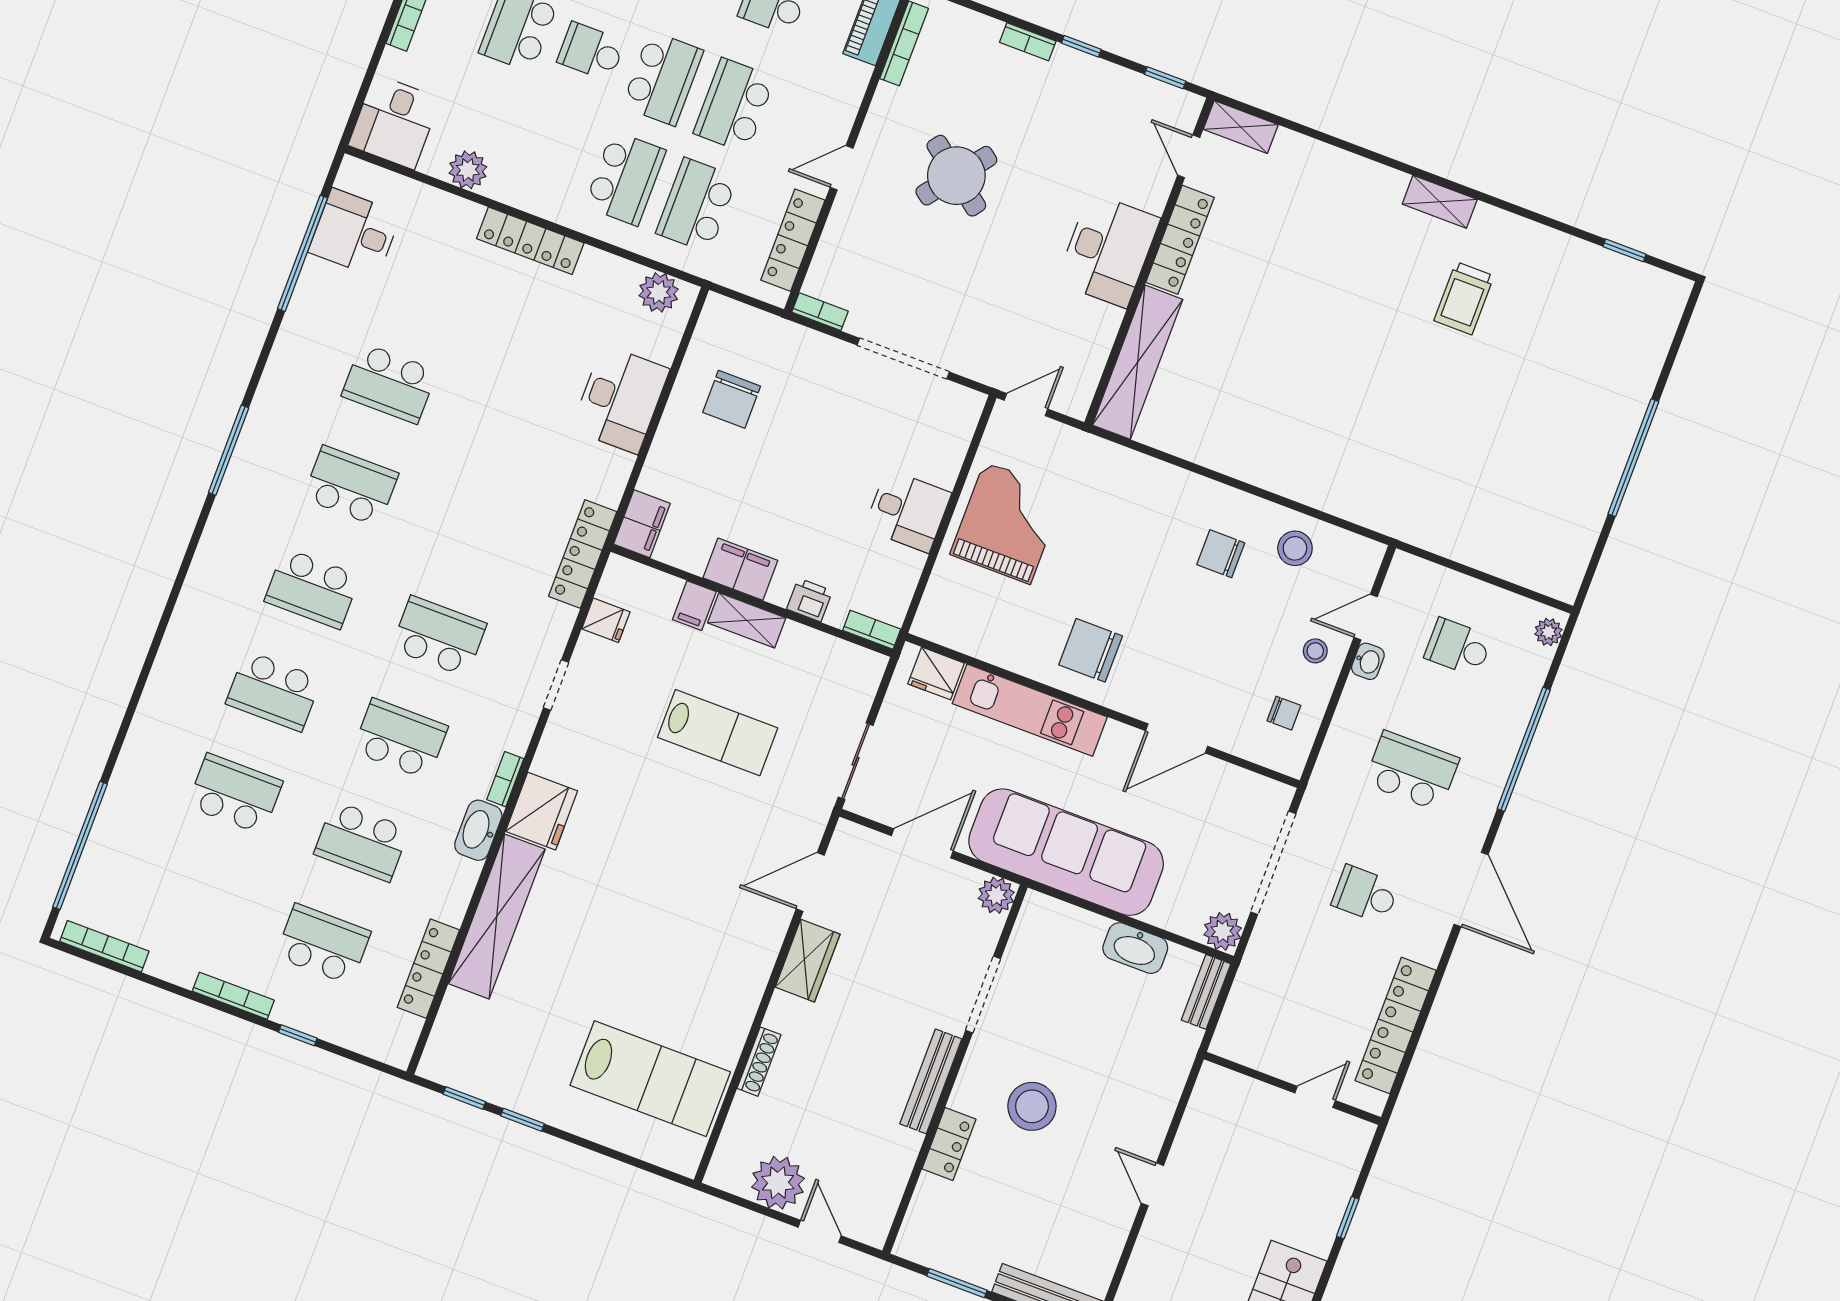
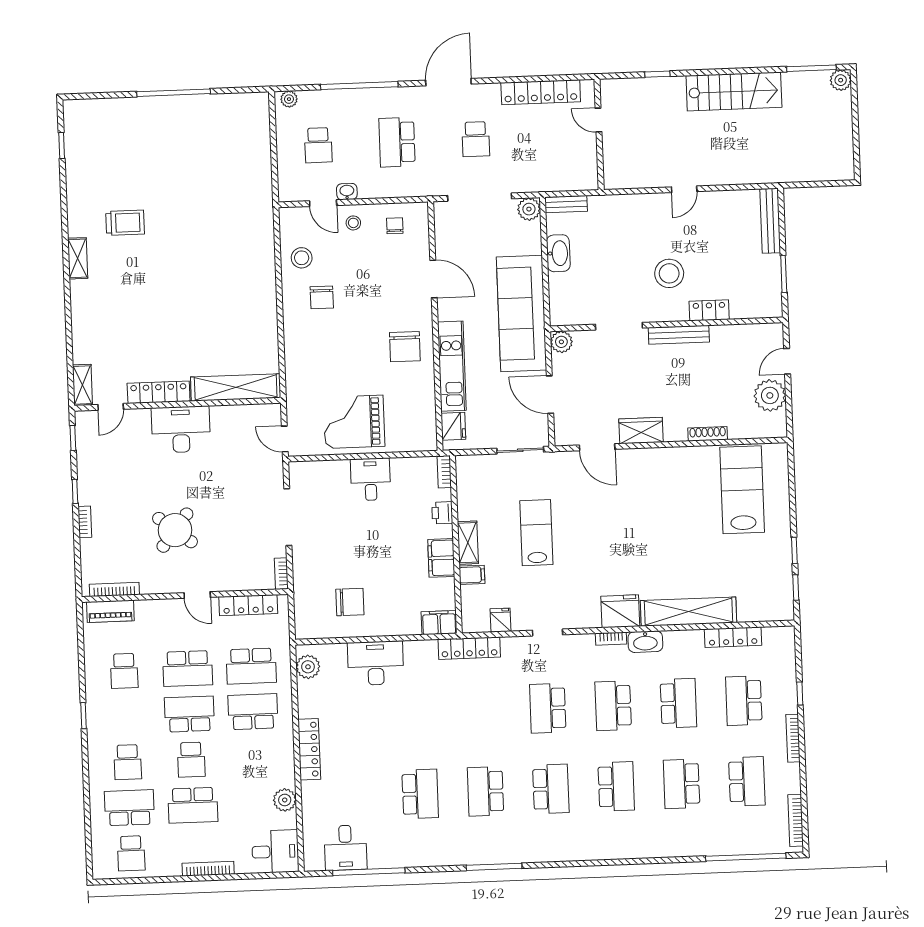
school desk: (196, 896) -> (747, 781), added

